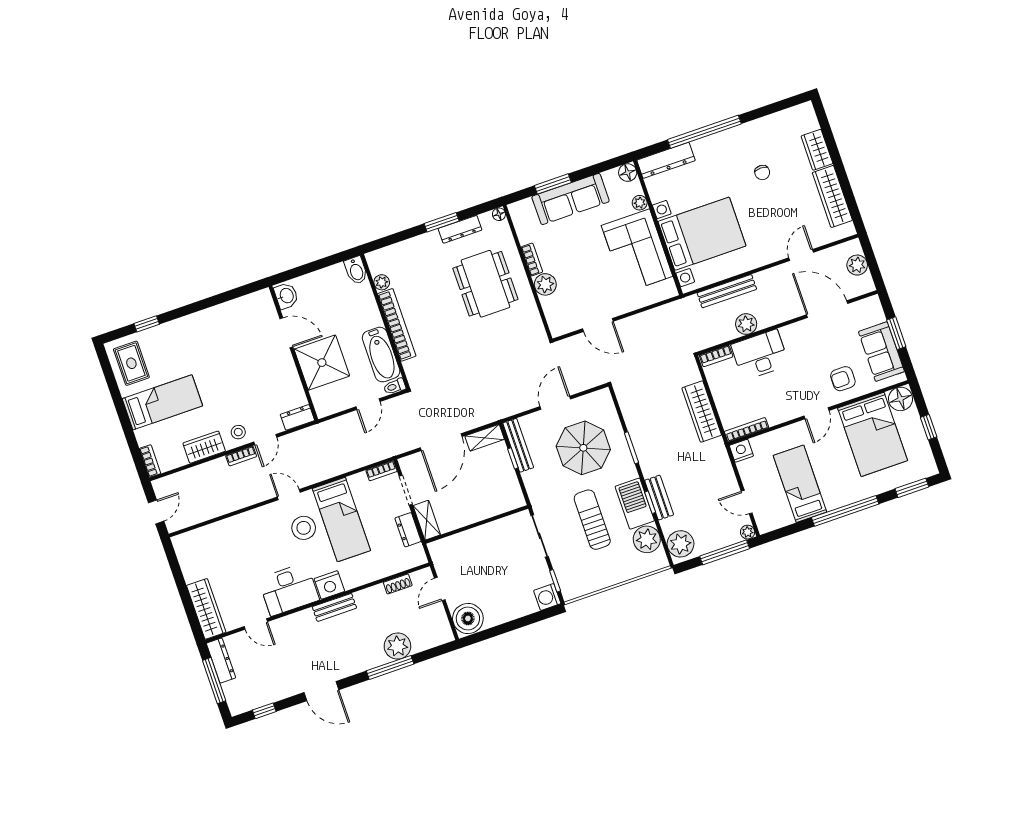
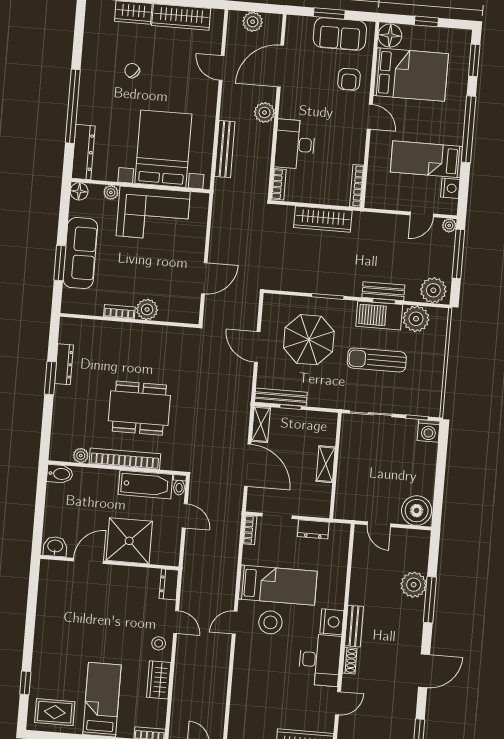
chair: (762, 173) -> (132, 70), turned -136
floor lamp: (499, 214) -> (66, 323), removed
dining table: (485, 284) -> (139, 408), moved
plant: (746, 324) -> (264, 112), moved
nightstand: (741, 451) -> (450, 188), moved, turned 180
bookcase: (241, 456) -> (181, 650), removed
shelving: (427, 520) -> (326, 464), moved, turned 90
shoe rack: (398, 584) -> (350, 661), moved

